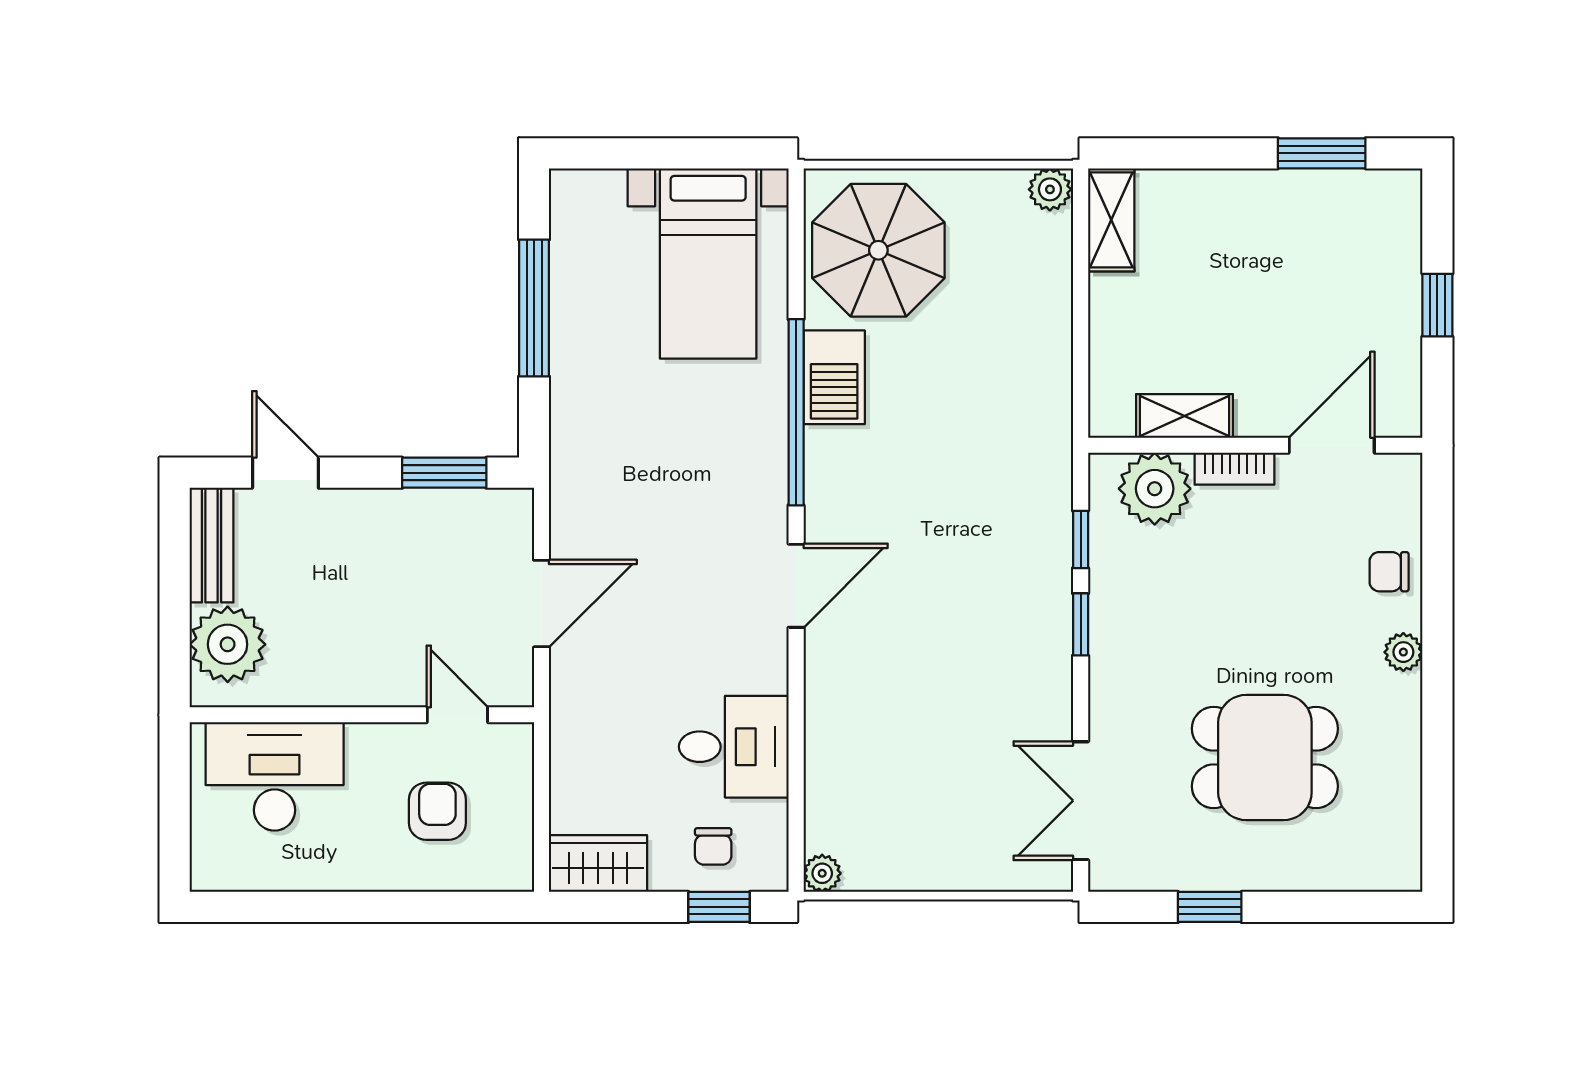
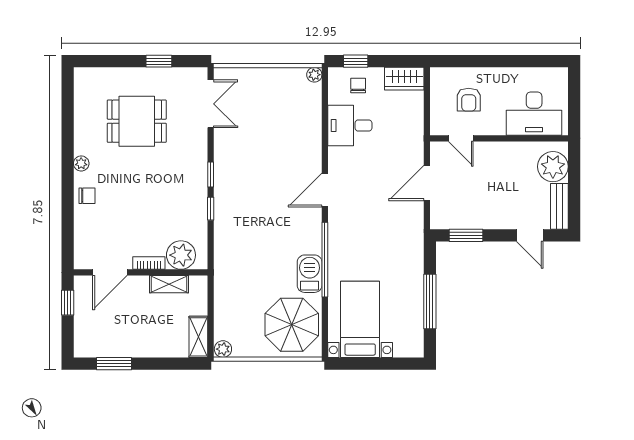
shelving: (1185, 416) -> (169, 284), moved
wall: (1255, 445) -> (141, 272), moved
door: (1332, 445) -> (110, 272), moved
bookcase: (1234, 469) -> (149, 263), moved
plant: (1155, 489) -> (181, 255), moved

